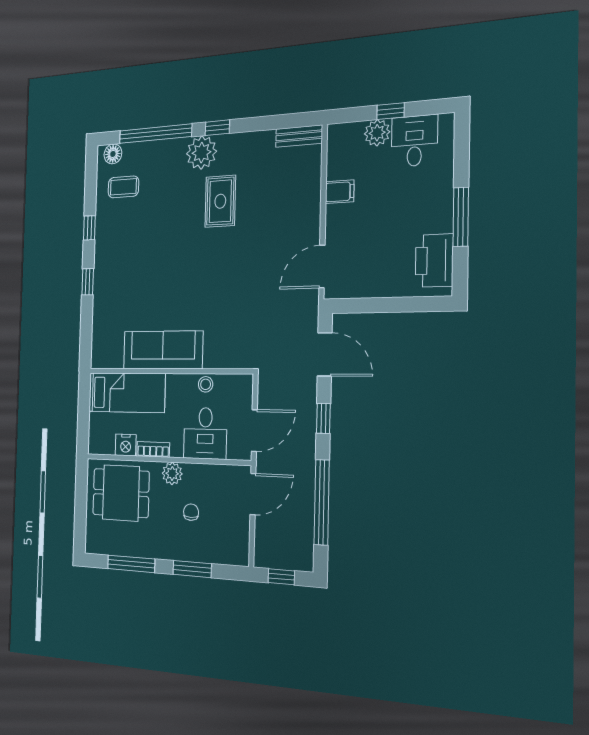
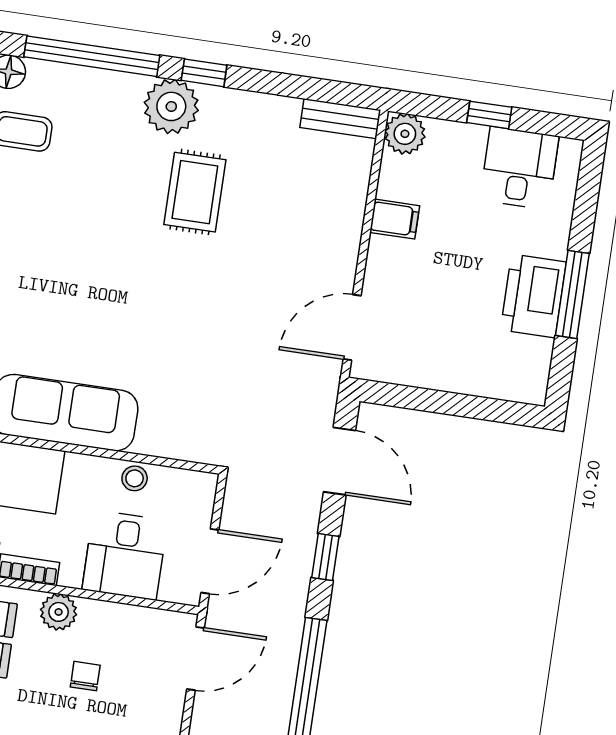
plant: (377, 133) -> (405, 134), moved
printer: (434, 261) -> (533, 296), moved

